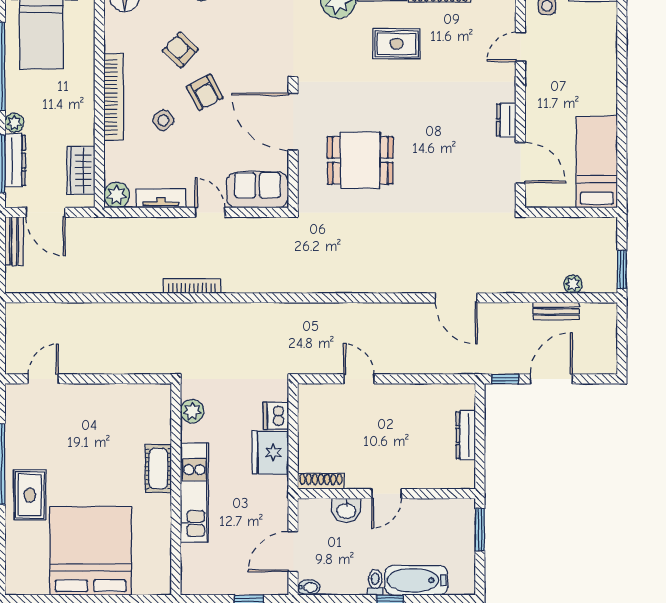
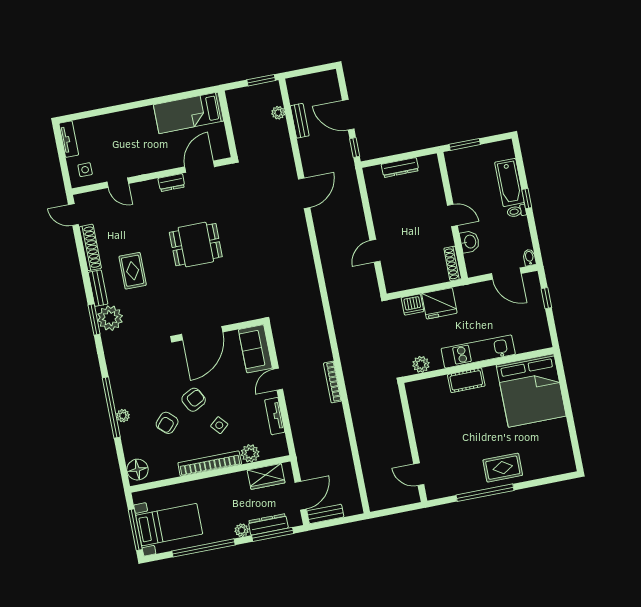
dining table: (360, 160) -> (196, 245), moved, turned 90
plant: (117, 195) -> (250, 453), moved
bed: (91, 551) -> (531, 391), moved, turned -90

